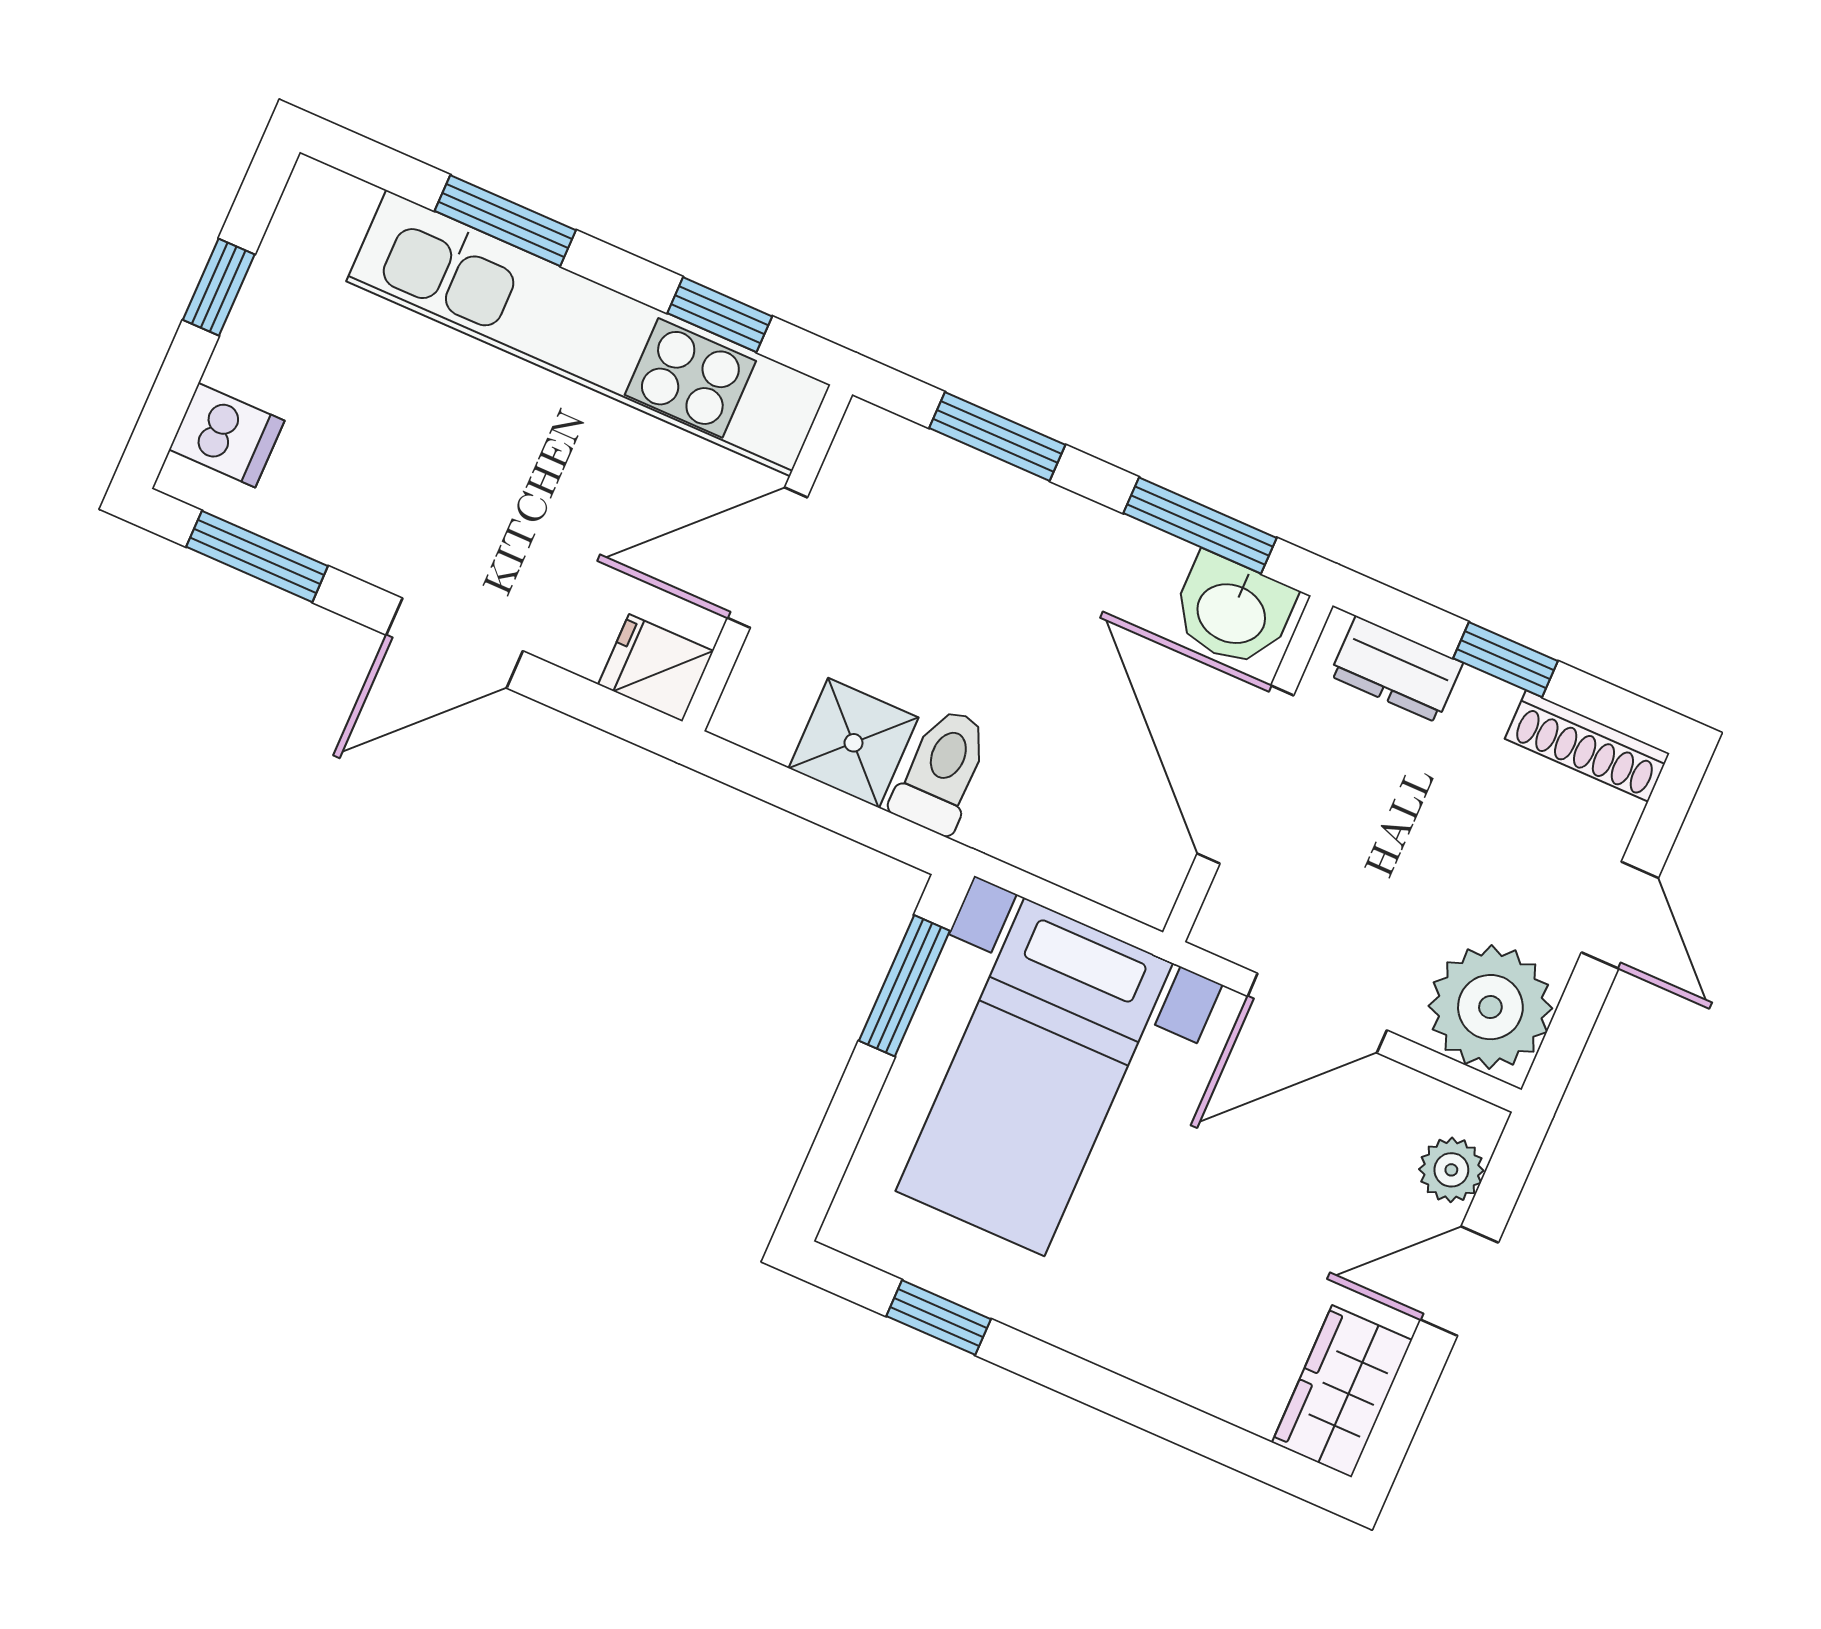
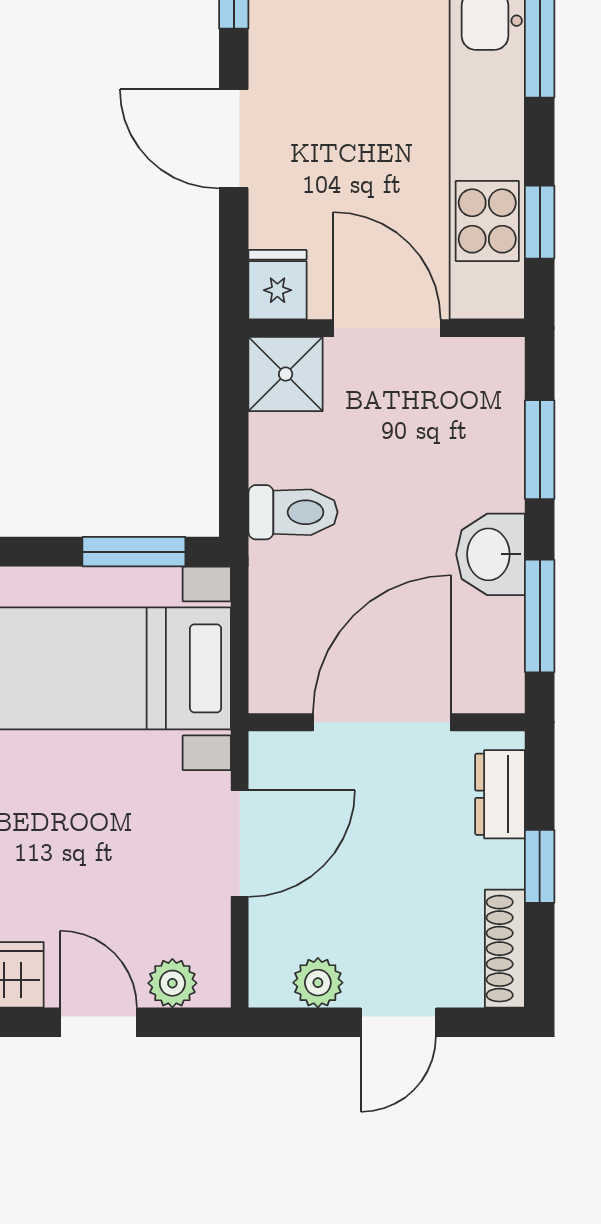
washbasin: (1232, 611) -> (490, 554), moved
shower: (854, 743) -> (286, 374), moved
plant: (1490, 1007) -> (318, 983), width x0.53, depth x0.53
door: (1317, 1013) -> (240, 844), swing flipped

